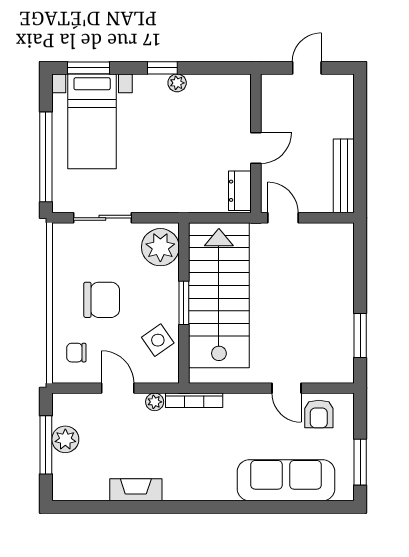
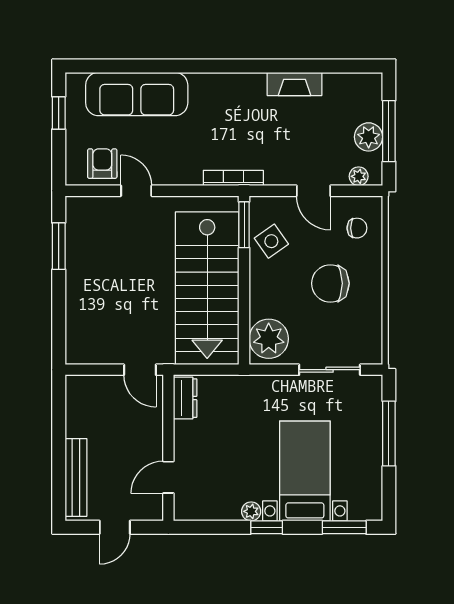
bed with nightstands: (92, 121) -> (305, 471), moved
door: (256, 148) -> (168, 477), moved
window: (46, 157) -> (389, 434), width x0.68
bench: (344, 176) -> (76, 477), moved
window: (184, 303) -> (244, 225), moved
plant: (155, 402) -> (359, 176), moved
window: (360, 462) -> (59, 113), width x0.67

